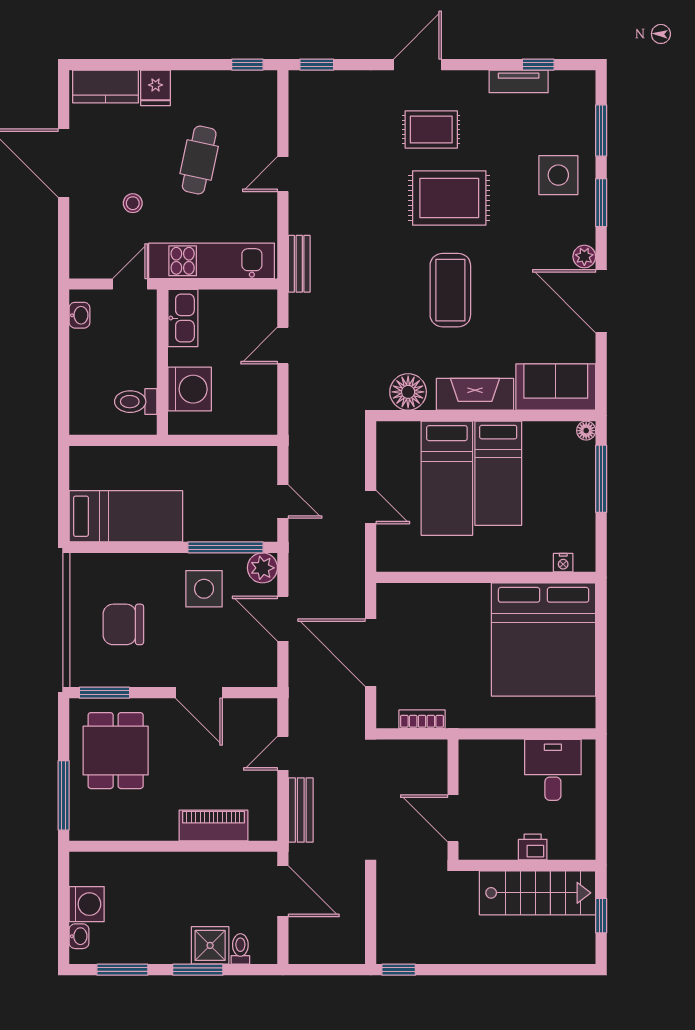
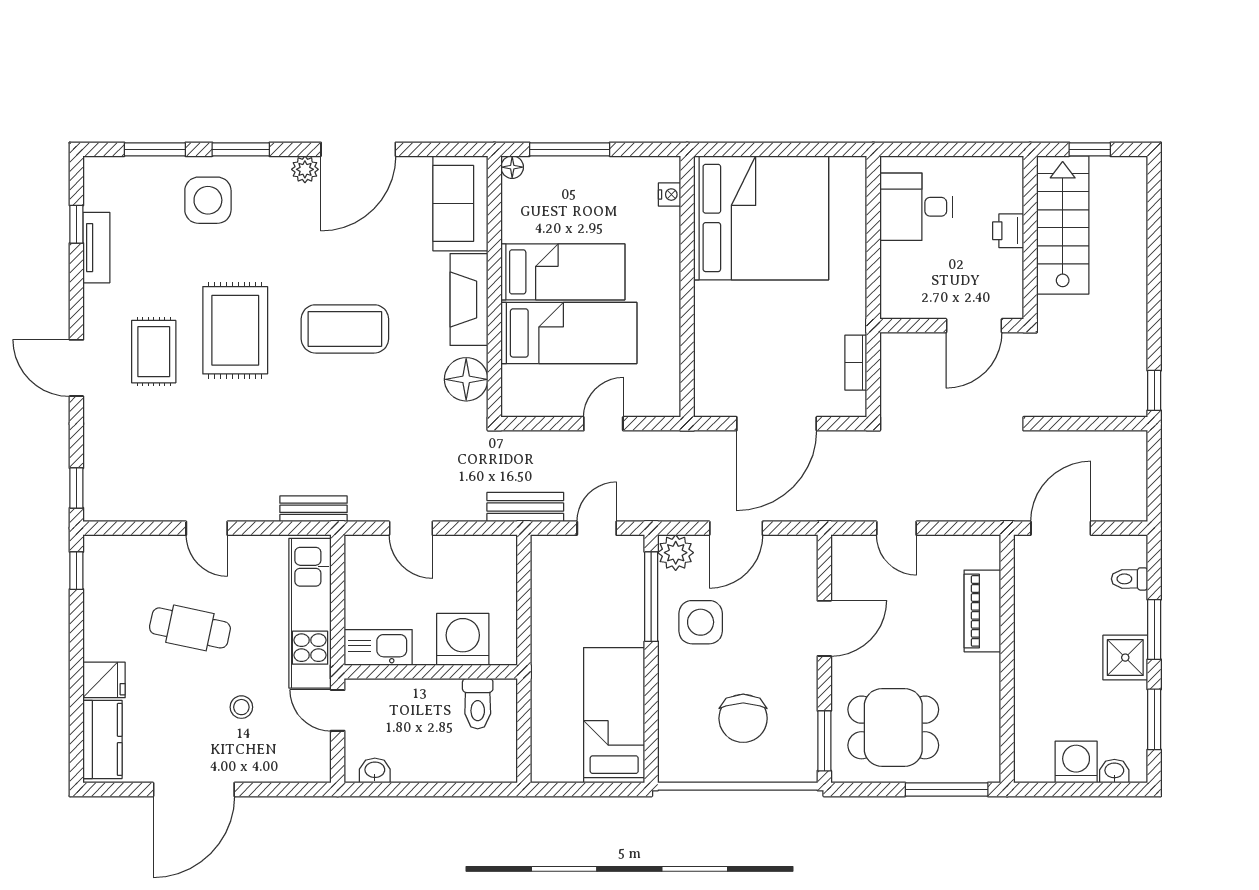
bench: (301, 810) -> (525, 507), moved
shower: (210, 945) -> (1125, 658), moved

